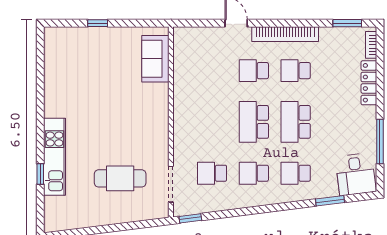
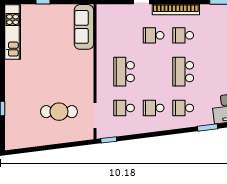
sofa: (155, 59) -> (84, 27), width x1.36
school desk: (254, 122) -> (124, 72), moved
kitchen unit: (55, 157) -> (13, 32), moved

